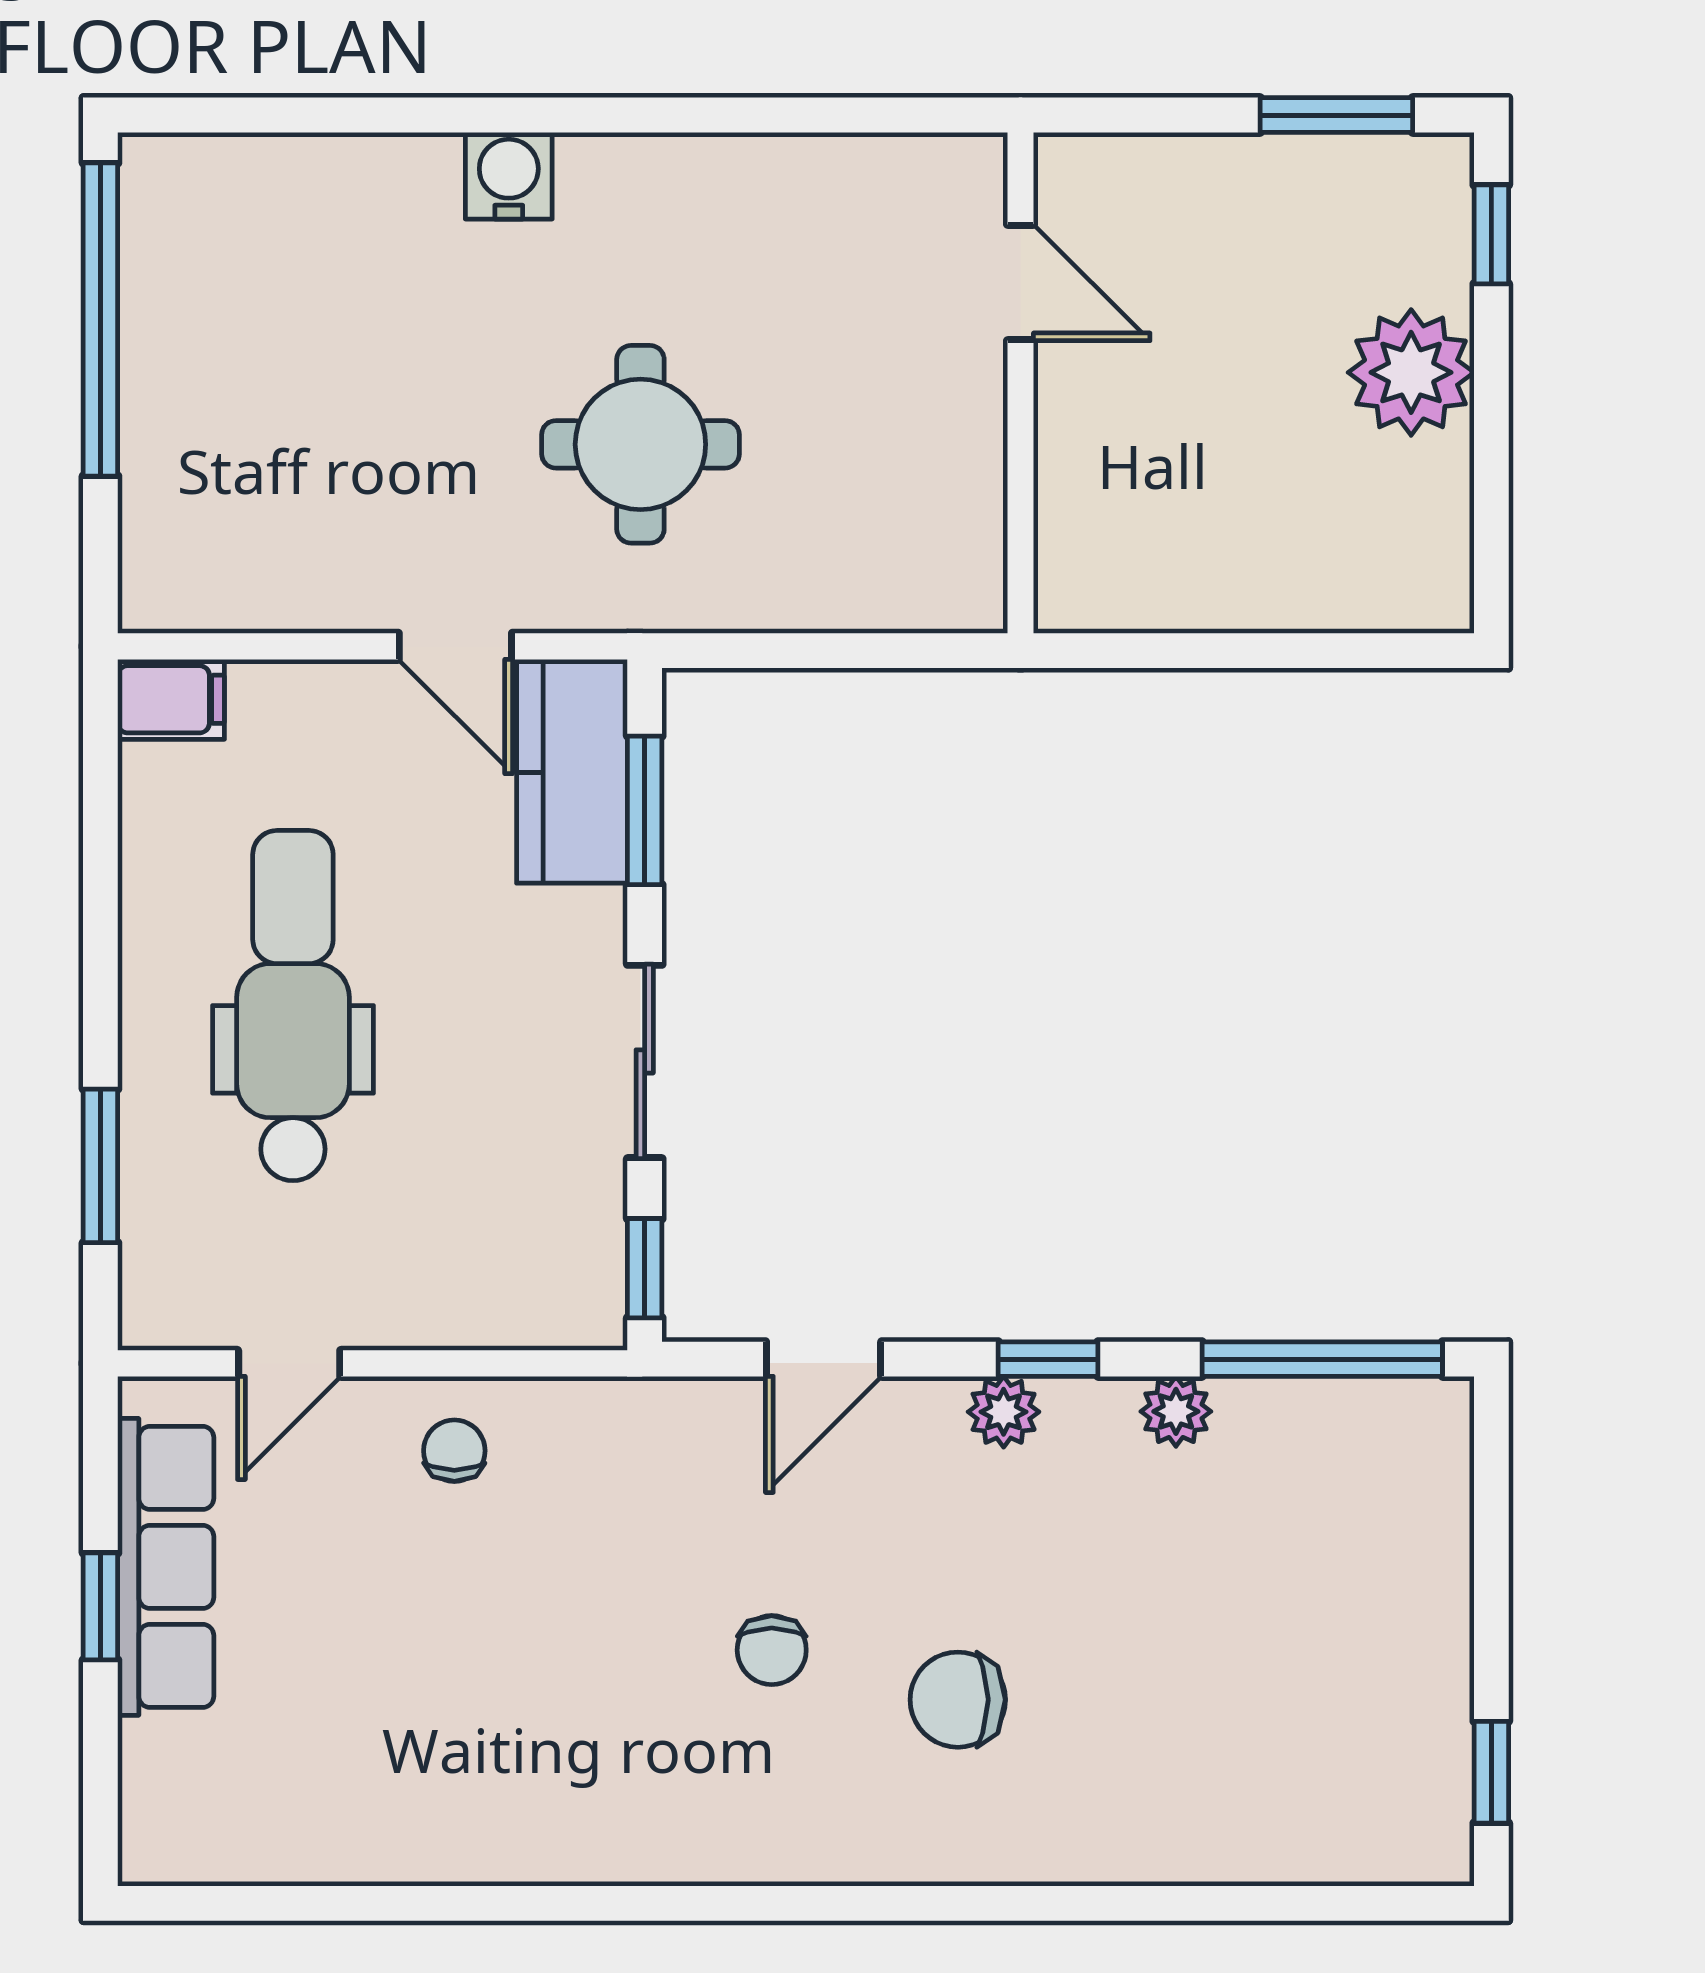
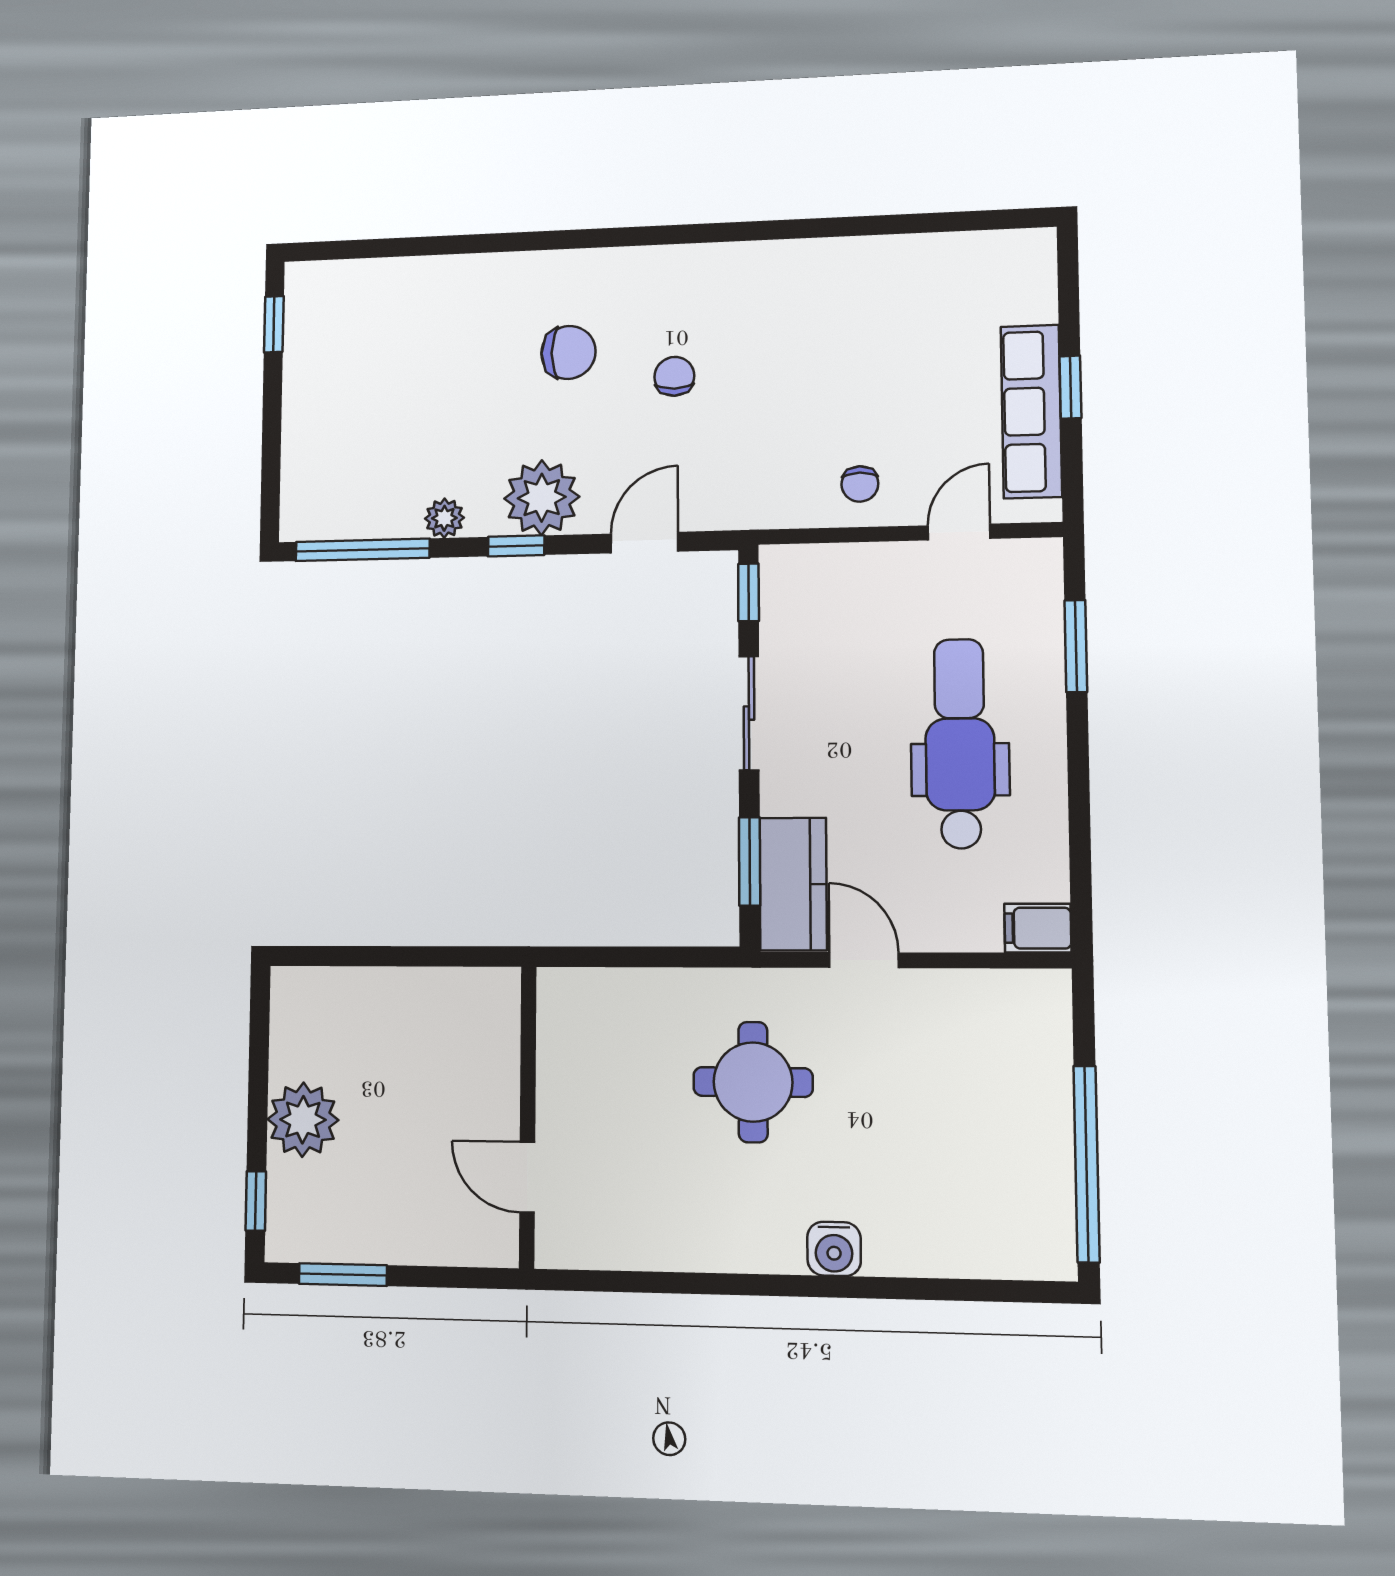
dental chair: (293, 1006) -> (960, 743), turned 180
plant: (1004, 1412) -> (542, 498), width x1.87, depth x1.87

